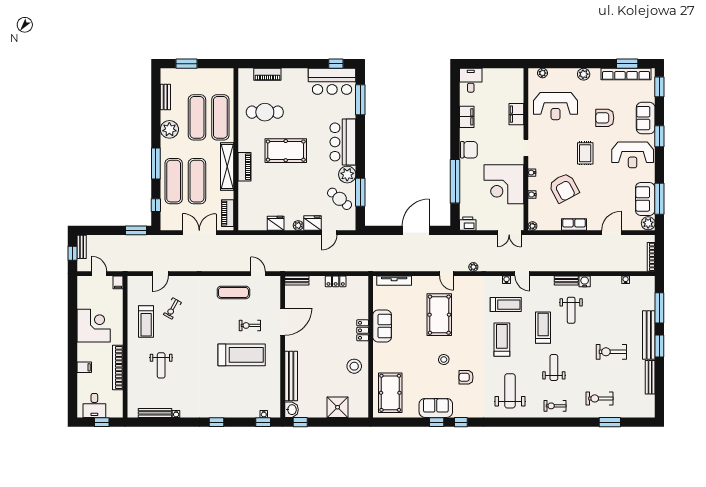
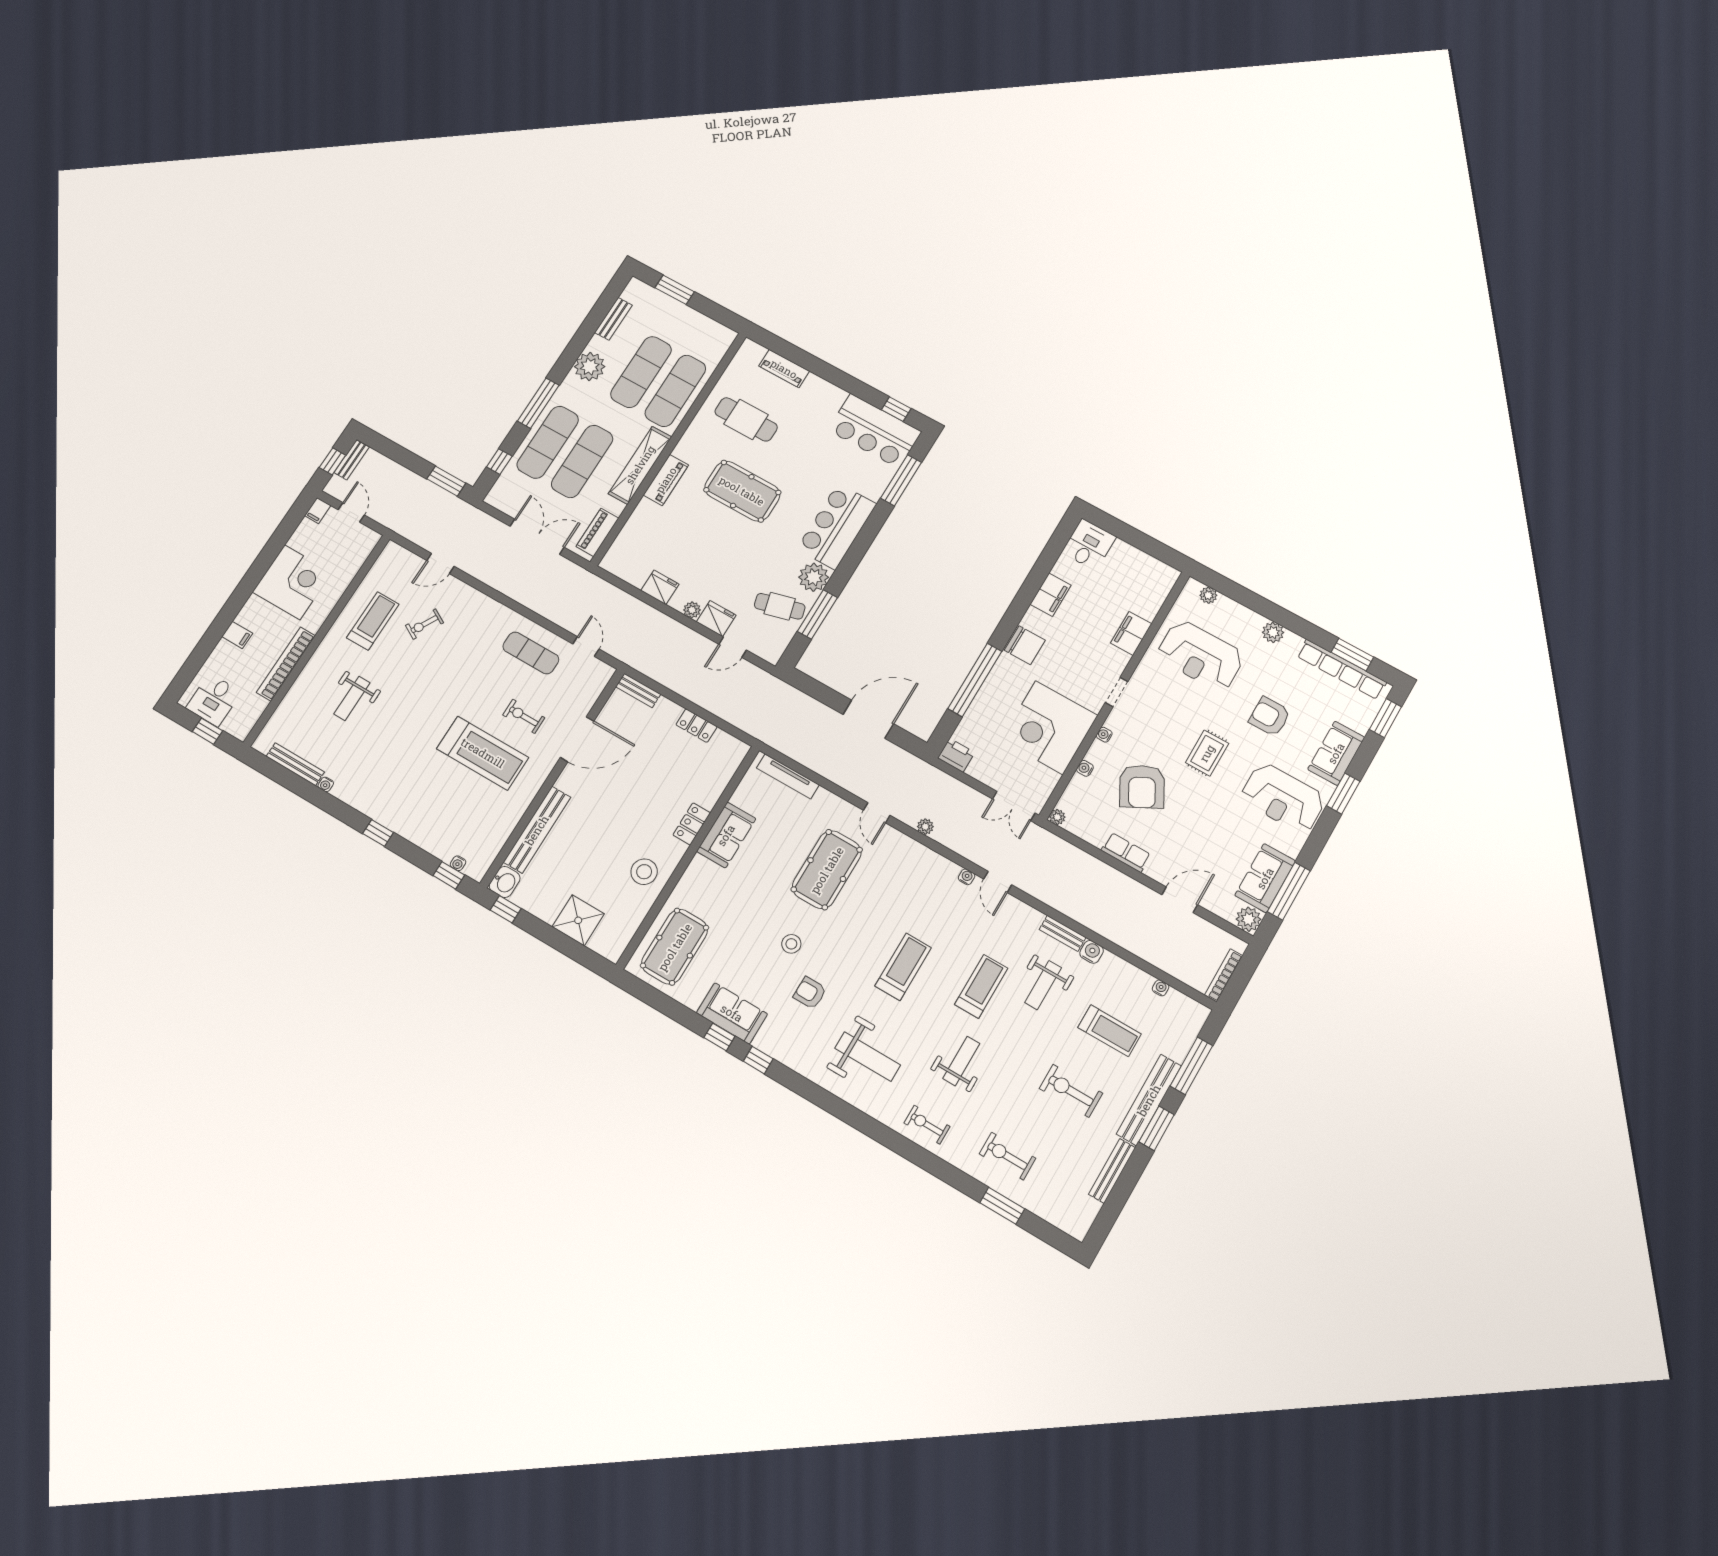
cafe table: (340, 199) -> (780, 606), turned -55
filing cabinet: (118, 282) -> (318, 511), moved
treadmill: (506, 305) -> (1110, 1031), moved
treadmill: (146, 322) -> (373, 621), turned 180
weight bench: (510, 391) -> (868, 1057), turned 90

